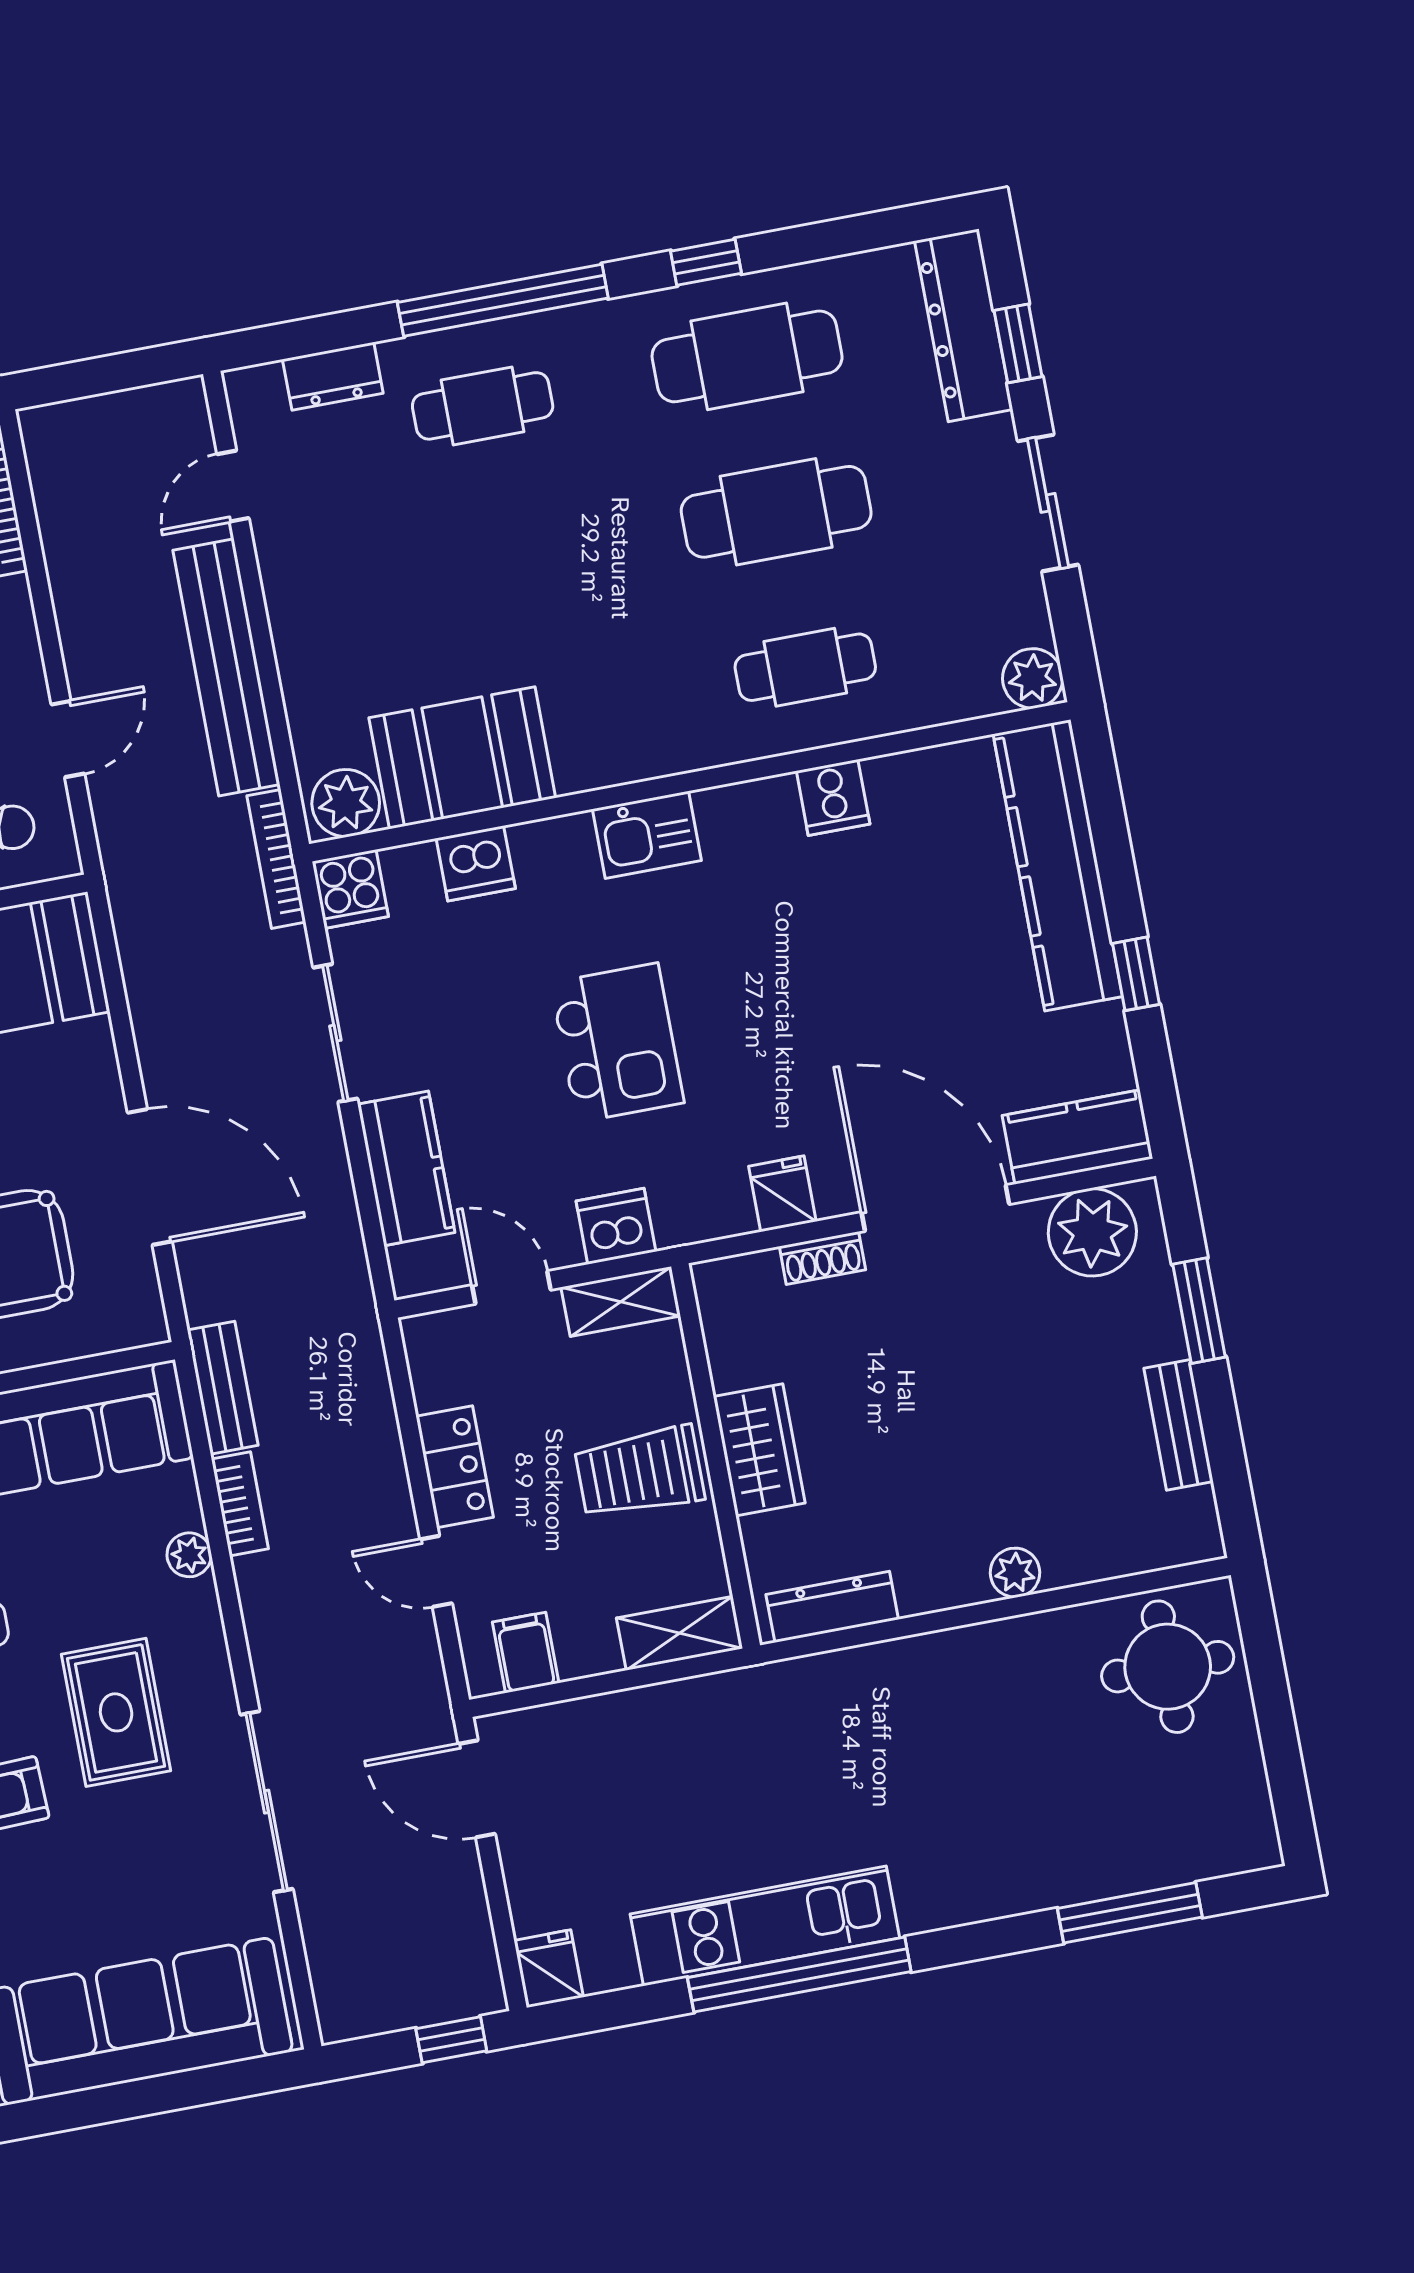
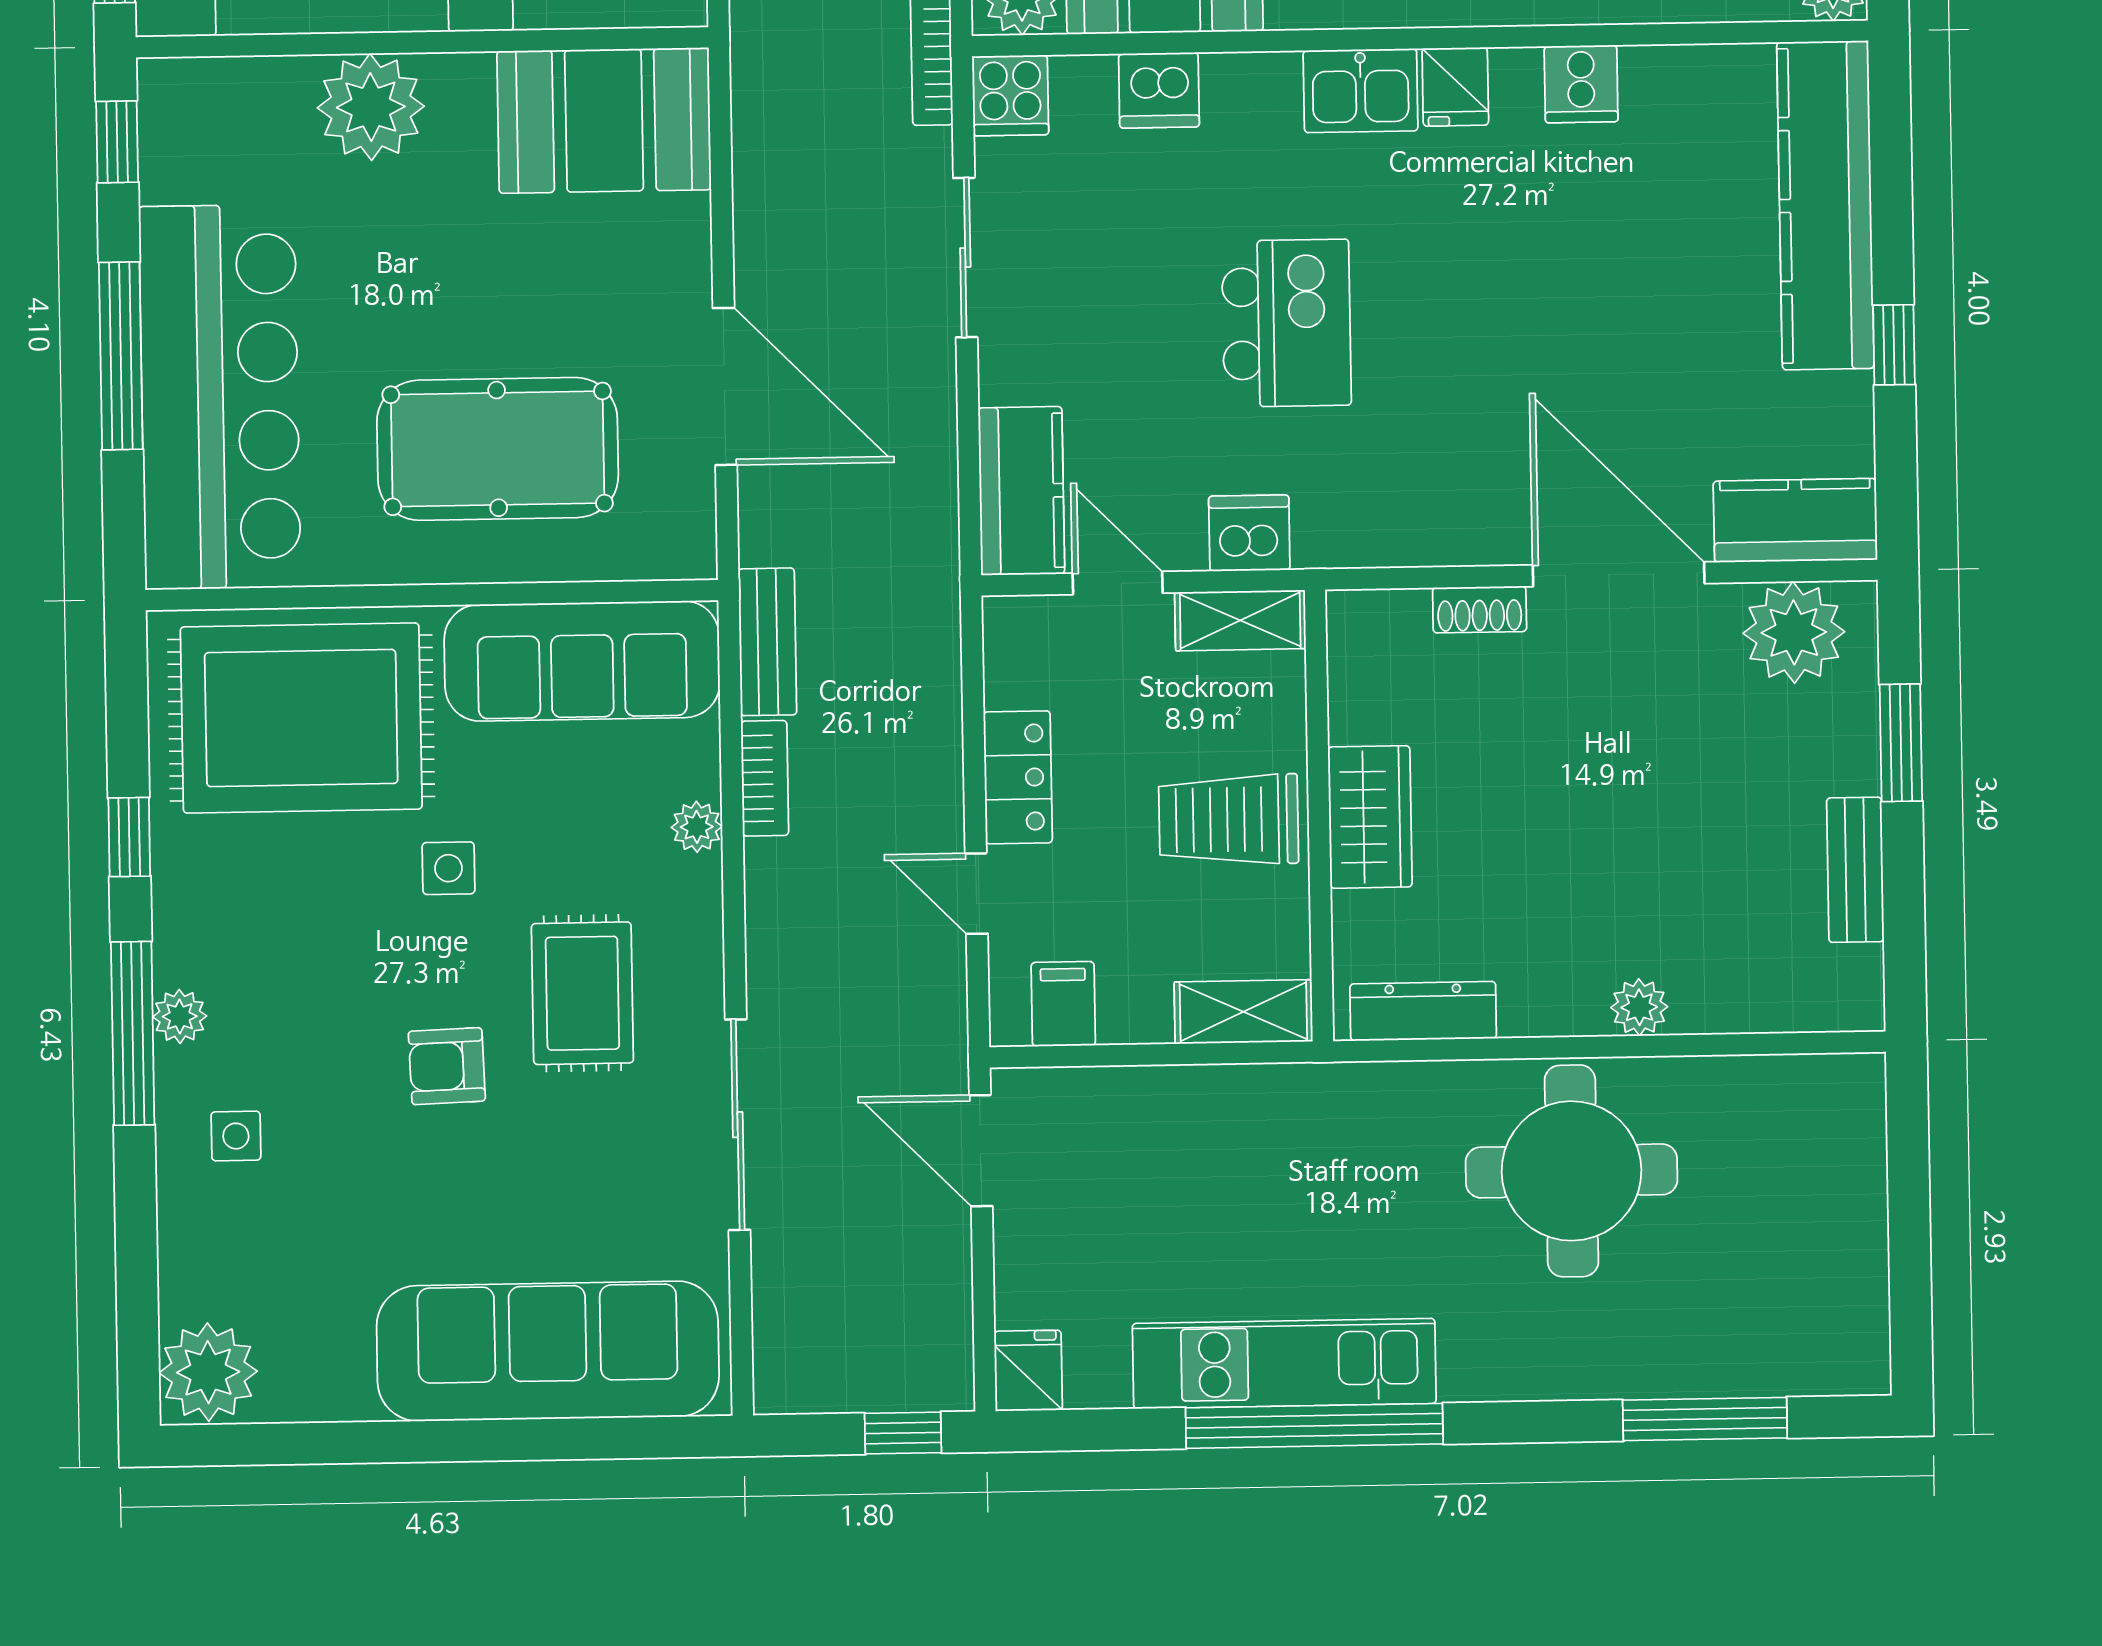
kitchen counter: (406, 1168) -> (1021, 491), moved
fridge: (782, 1194) -> (1455, 87), moved, turned 180
round table: (1168, 1667) -> (1572, 1171), moved, width x1.36, depth x1.36

